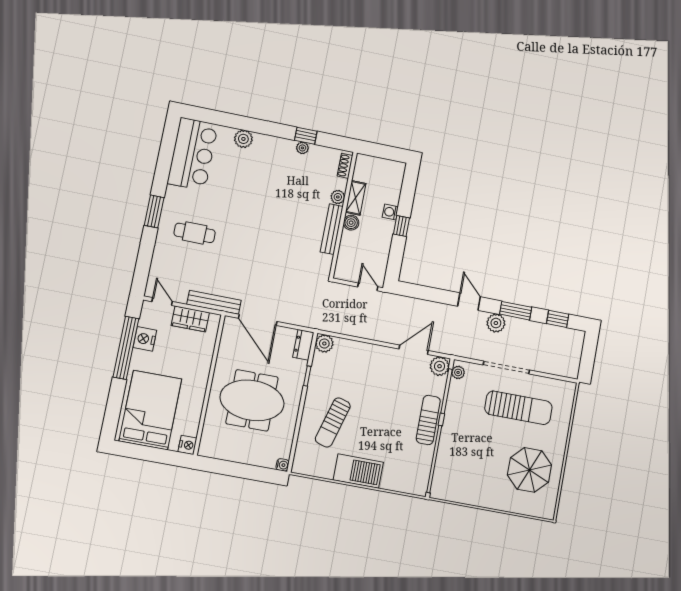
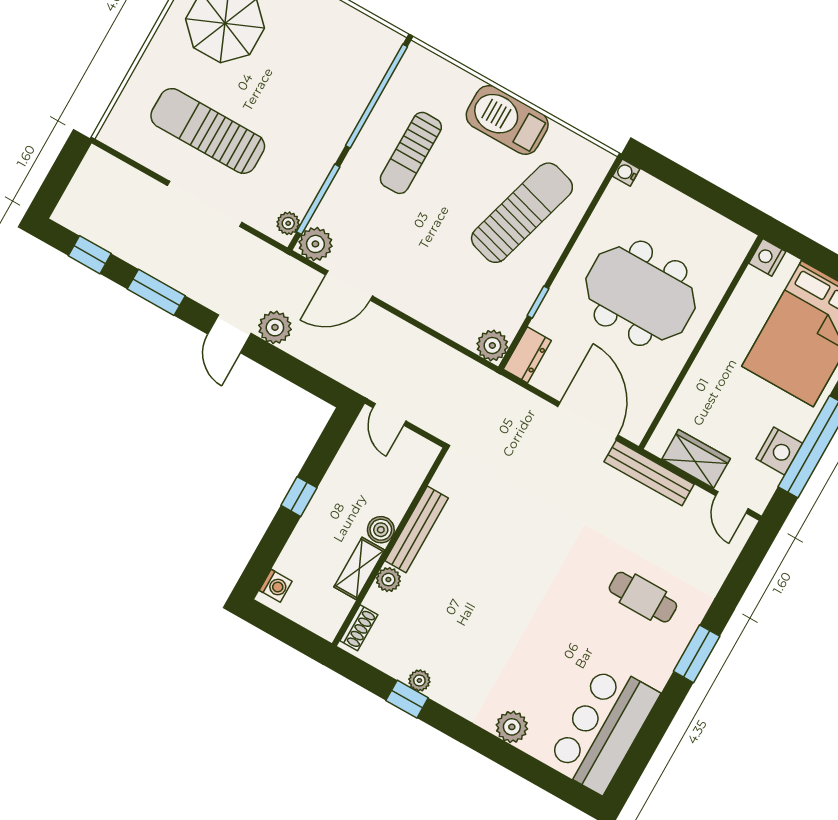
washing machine: (390, 212) -> (276, 586), moved
plant: (496, 323) -> (275, 327), moved
sun lounger: (428, 420) -> (411, 153), moved
sun lounger: (333, 422) -> (522, 213), width x1.36, depth x1.34

